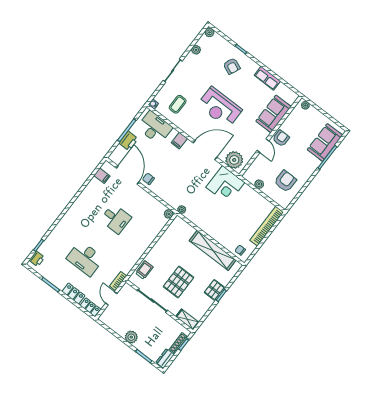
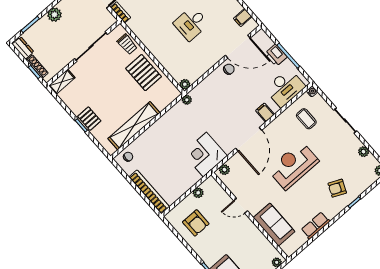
armchair: (281, 138) -> (245, 228), removed
plant: (234, 160) -> (224, 170), width x0.53, depth x0.53
pallet: (178, 282) -> (144, 73), moved

